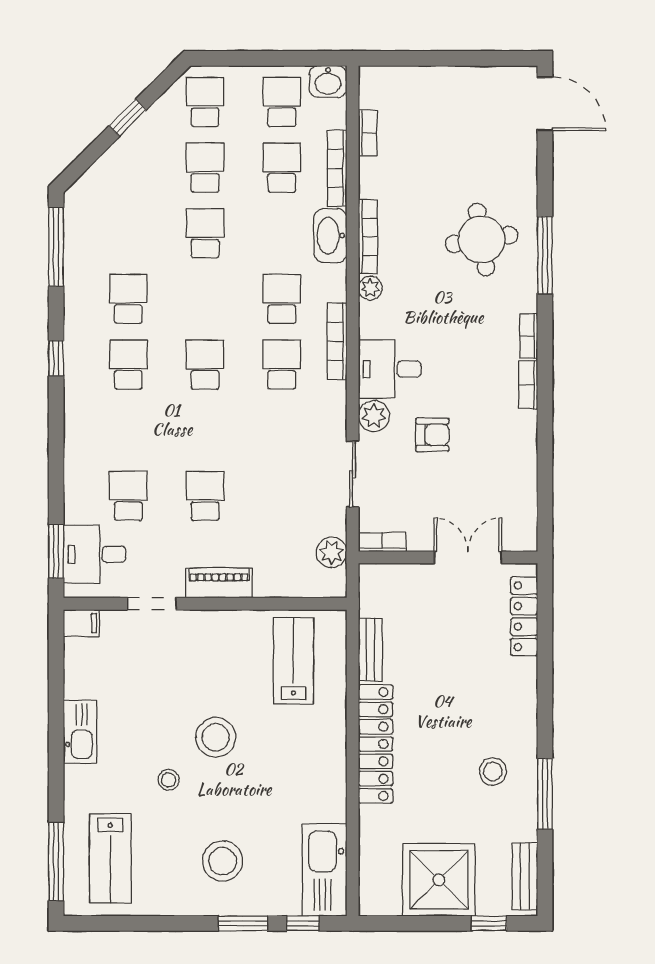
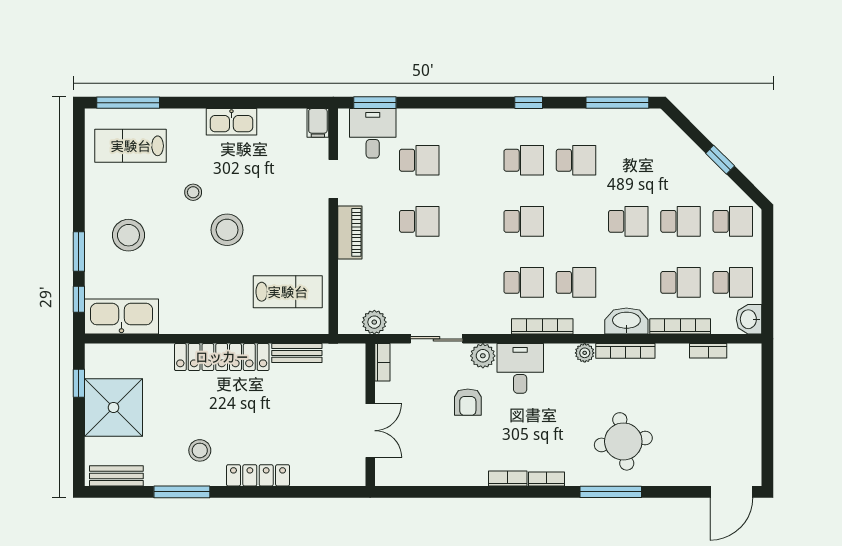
locker: (524, 616) -> (258, 475), moved
window: (489, 923) -> (79, 383), moved

